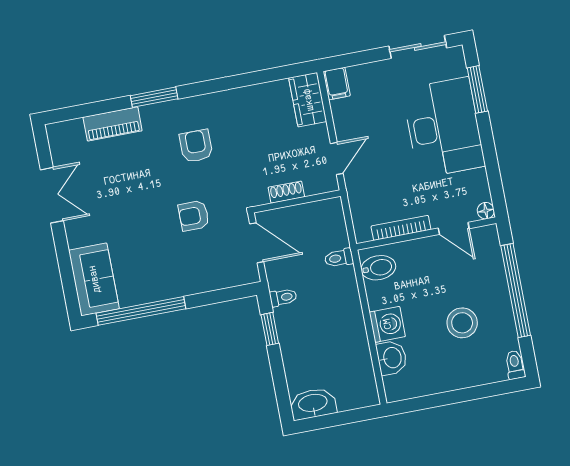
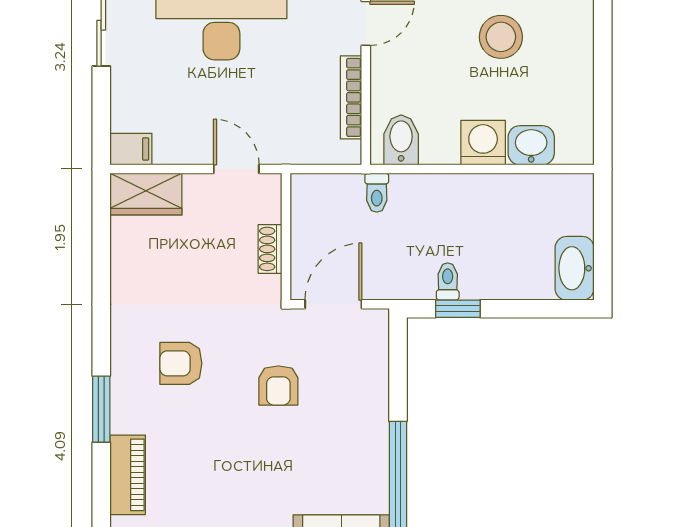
toilet: (283, 297) -> (448, 282), moved

